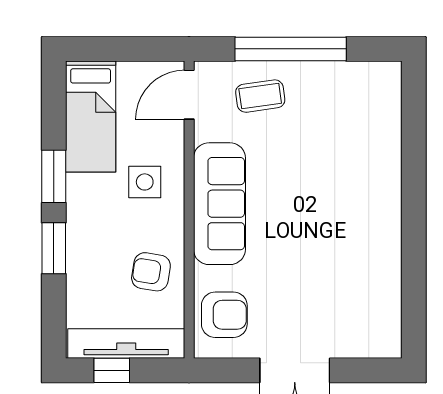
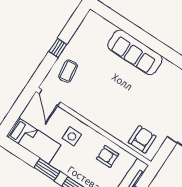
window: (291, 49) -> (58, 48), width x0.32
sofa: (219, 204) -> (135, 52), moved, turned 180
armchair: (151, 272) -> (108, 156), turned 81

